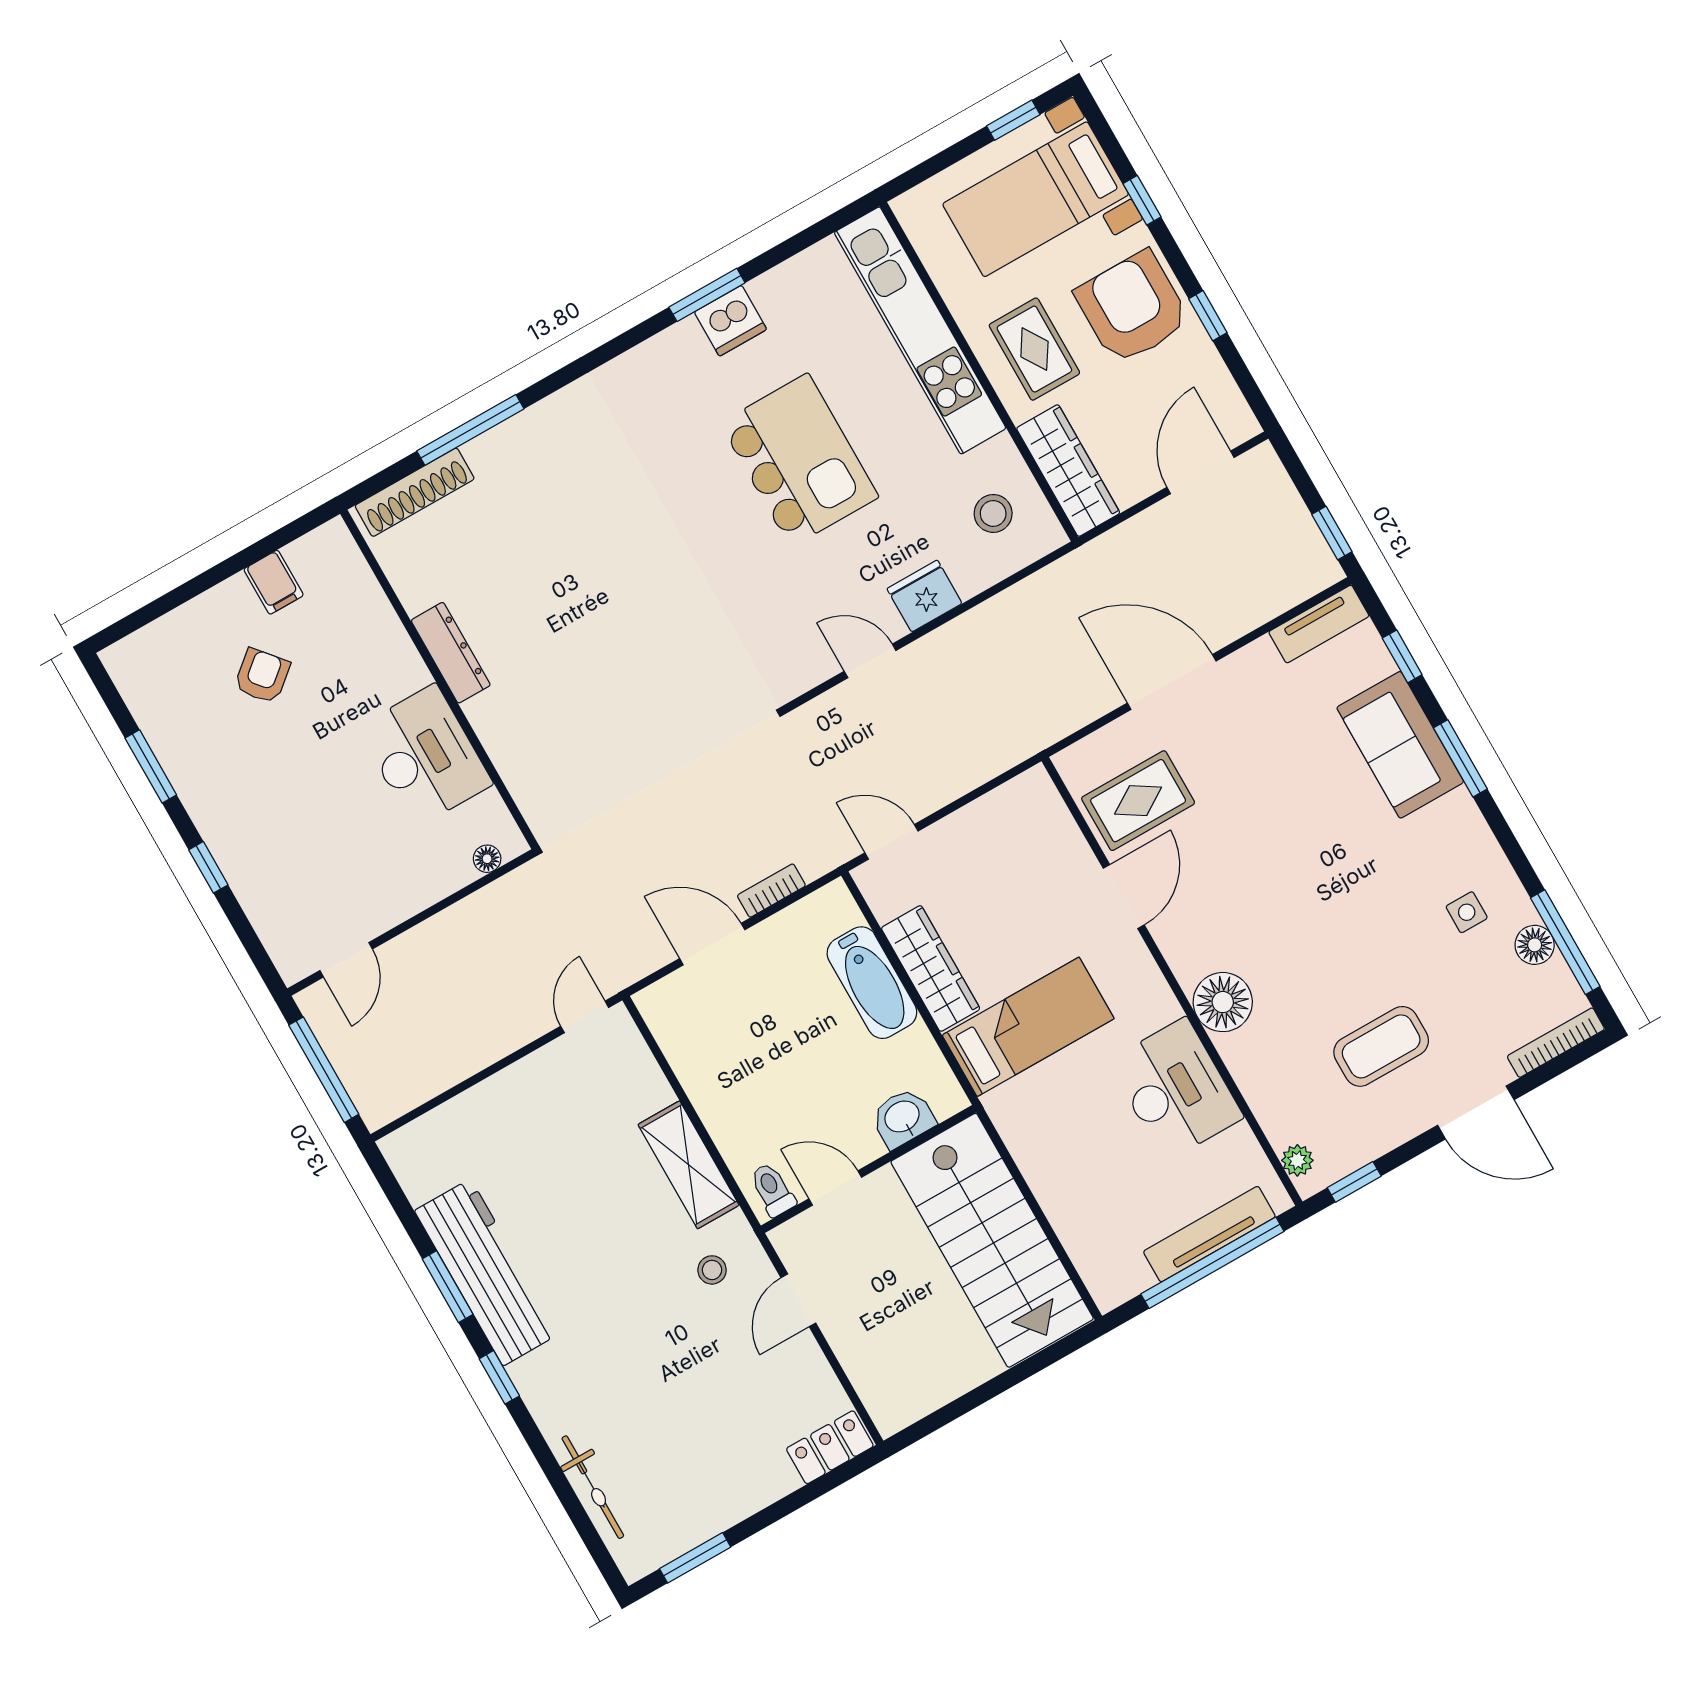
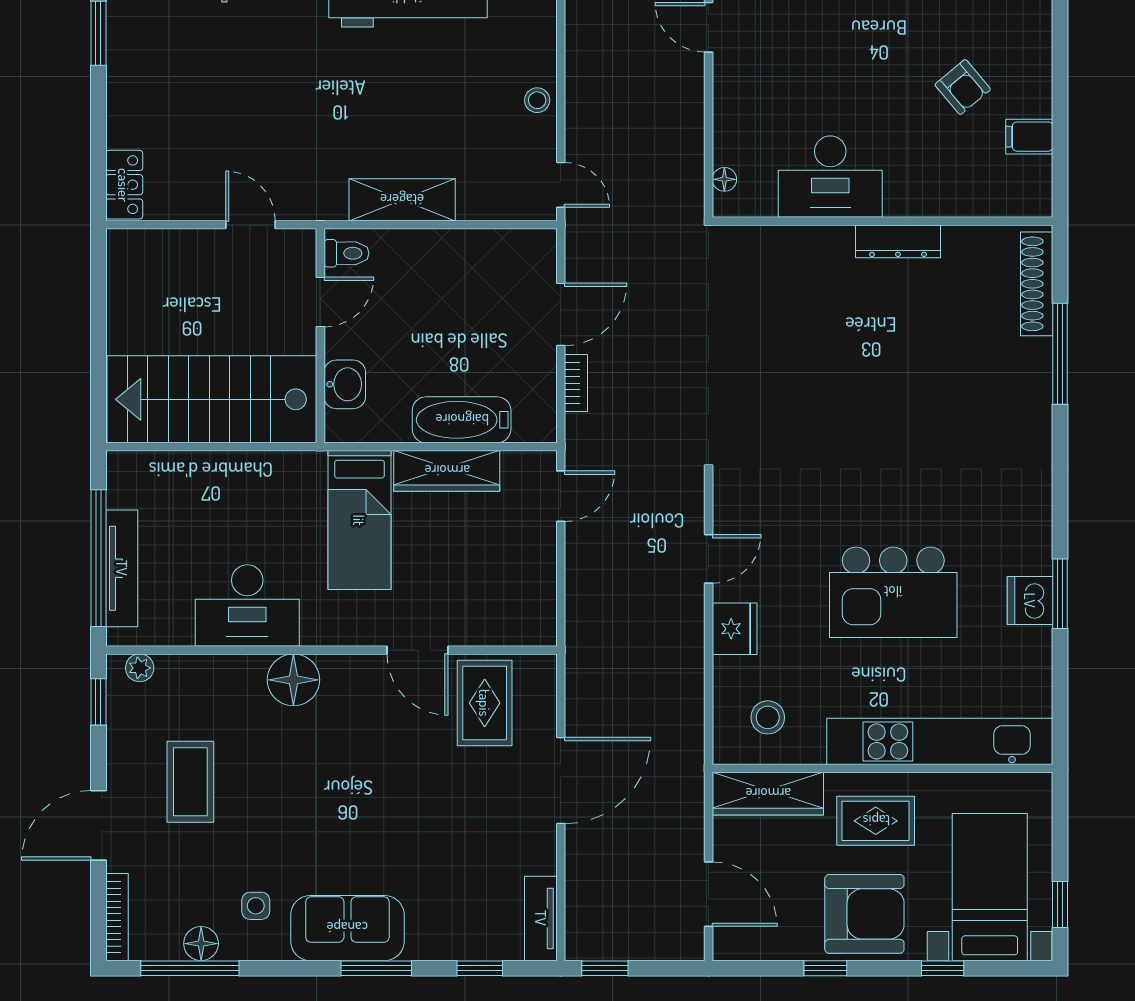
sofa: (1400, 745) -> (347, 928), moved
stool: (712, 1270) -> (537, 100), moved

